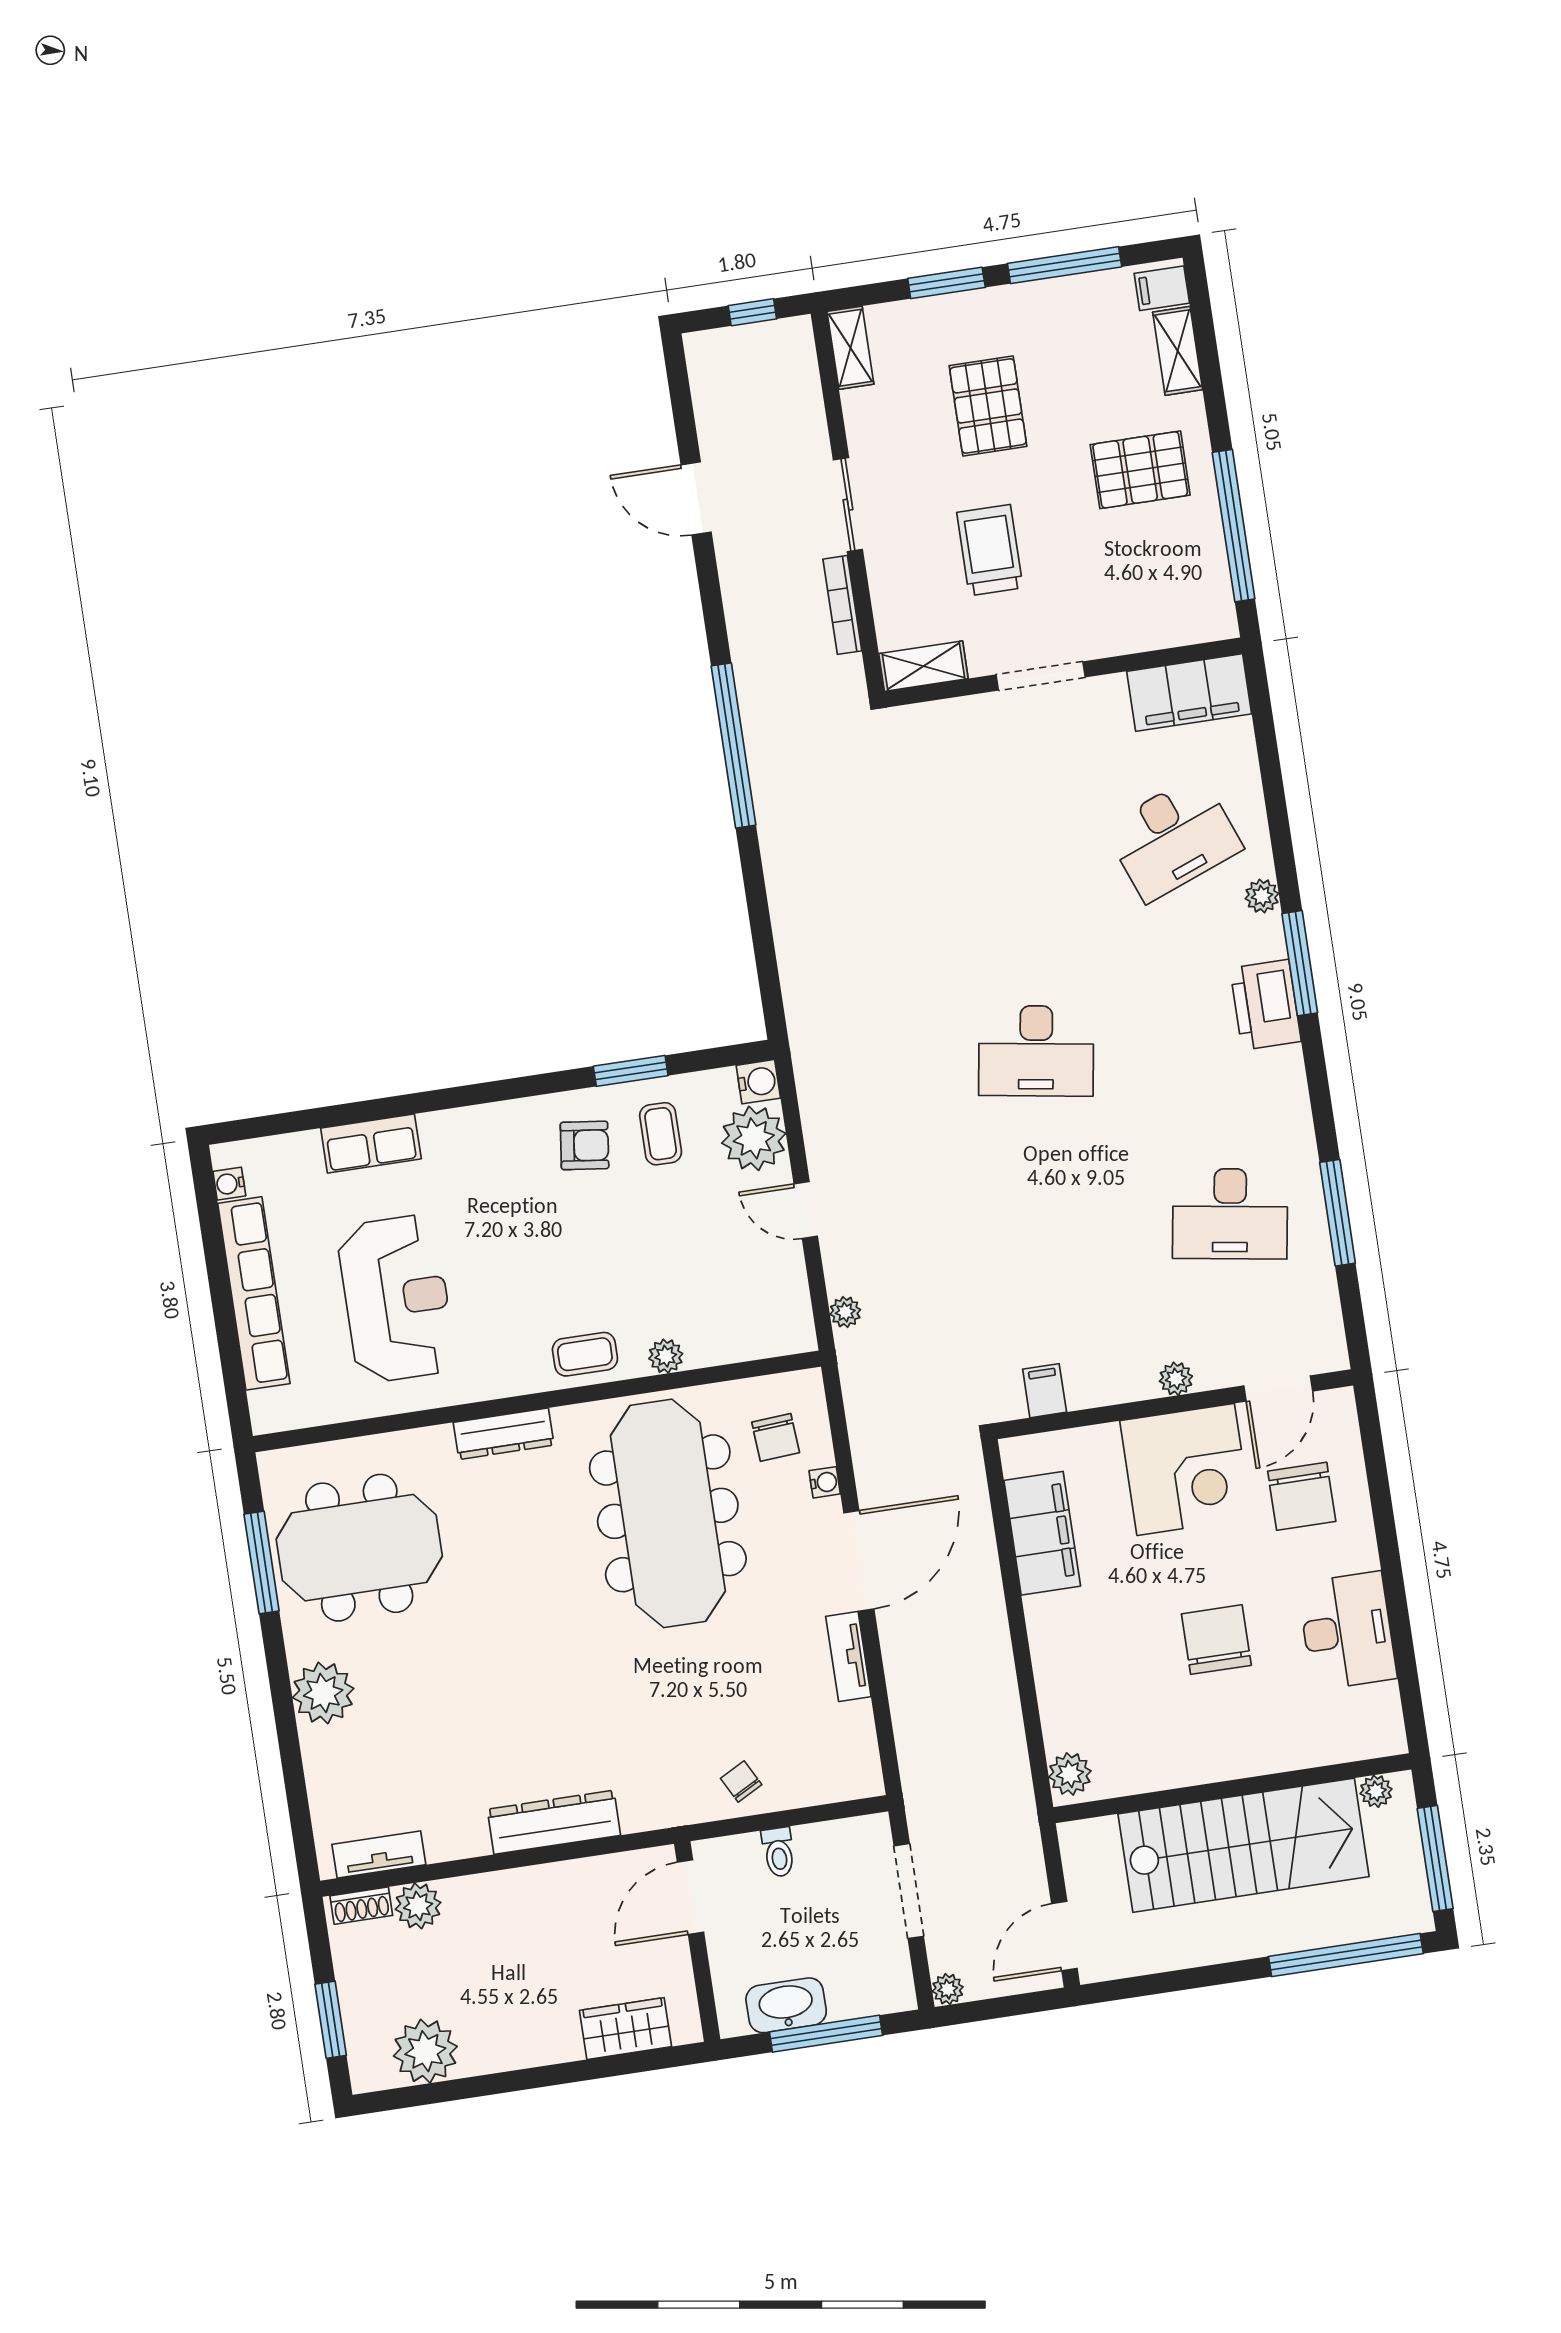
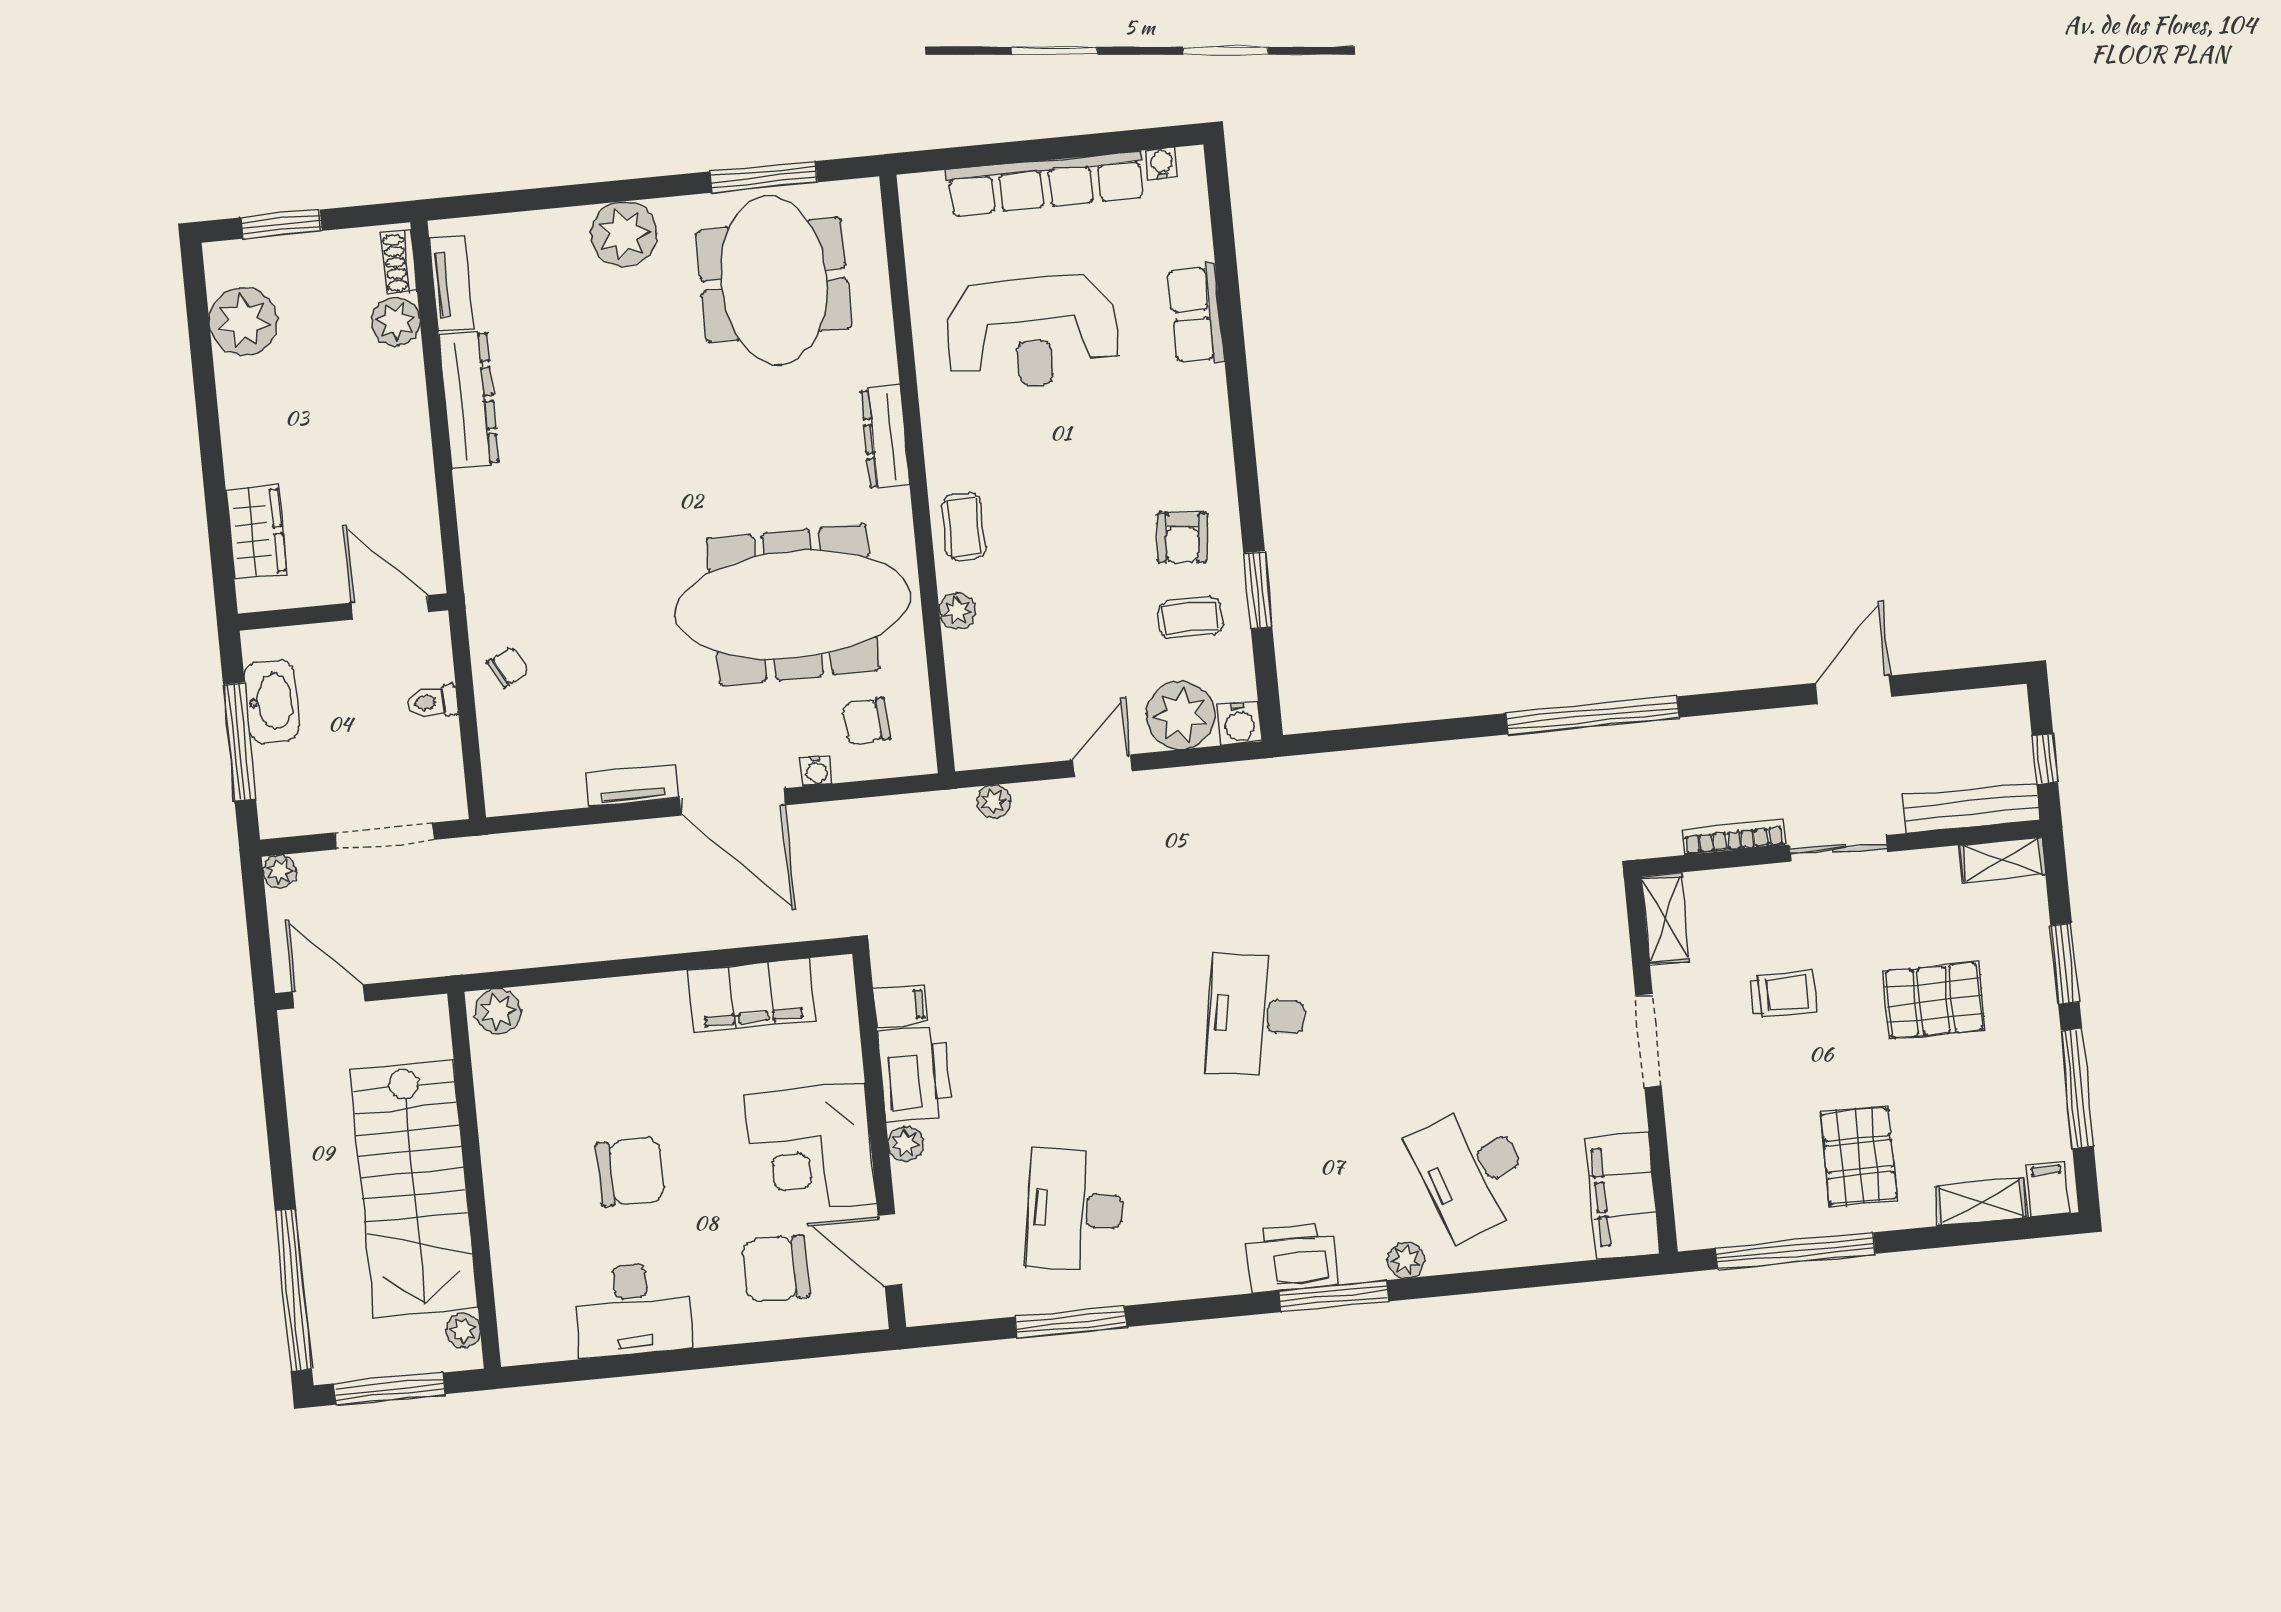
bench: (803, 380) -> (1971, 808), added
trolley: (990, 550) -> (1783, 994), width x0.73, depth x0.72
printer: (1109, 1374) -> (914, 1073), added
dresser: (554, 1822) -> (469, 400), moved

